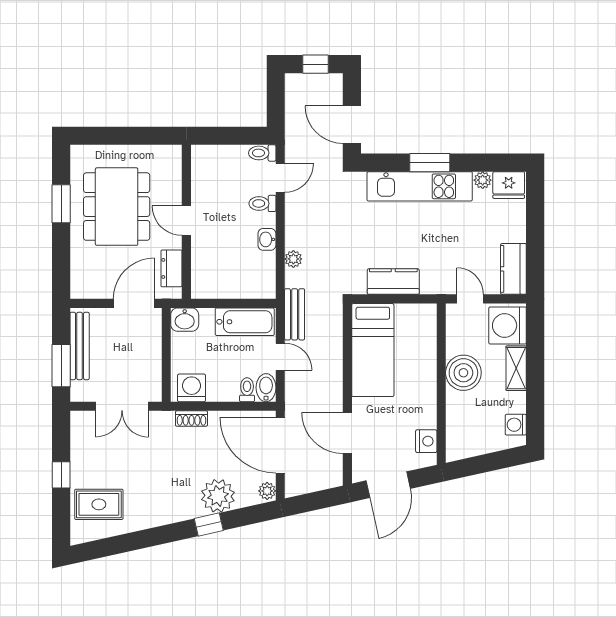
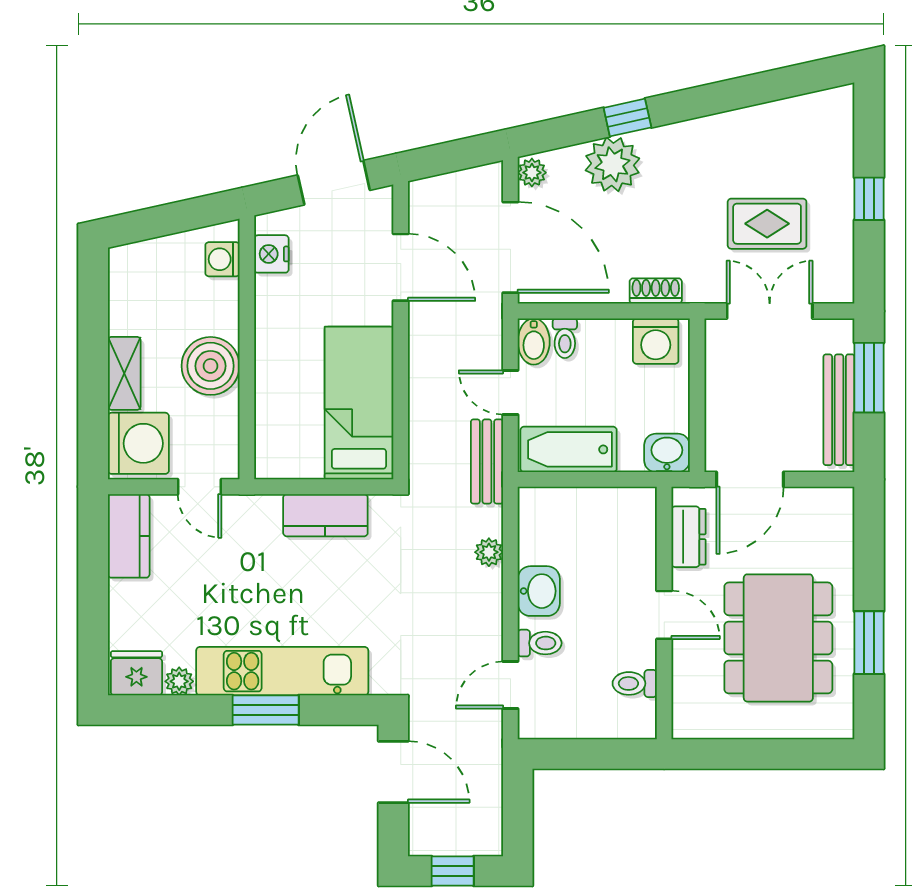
toilet: (262, 153) -> (635, 683), moved, turned 180
washbasin: (267, 239) -> (539, 591), width x1.38, depth x1.45
washing machine: (516, 425) -> (222, 259), moved, turned 180
rug: (99, 504) -> (767, 224), moved

